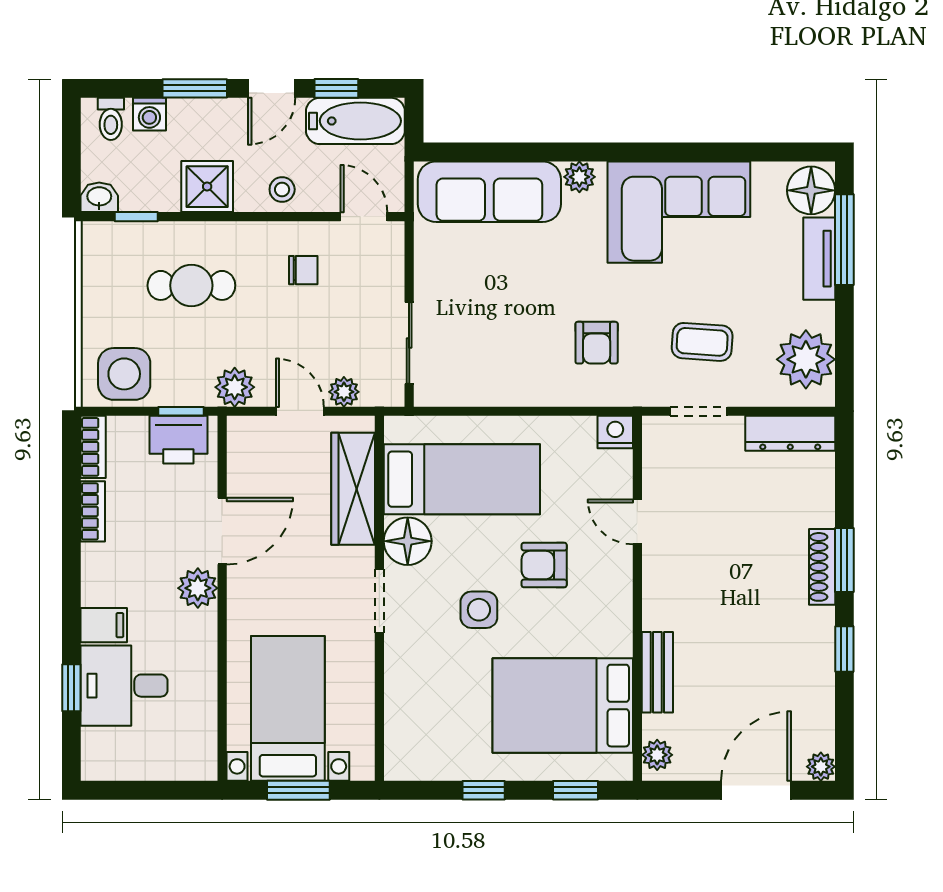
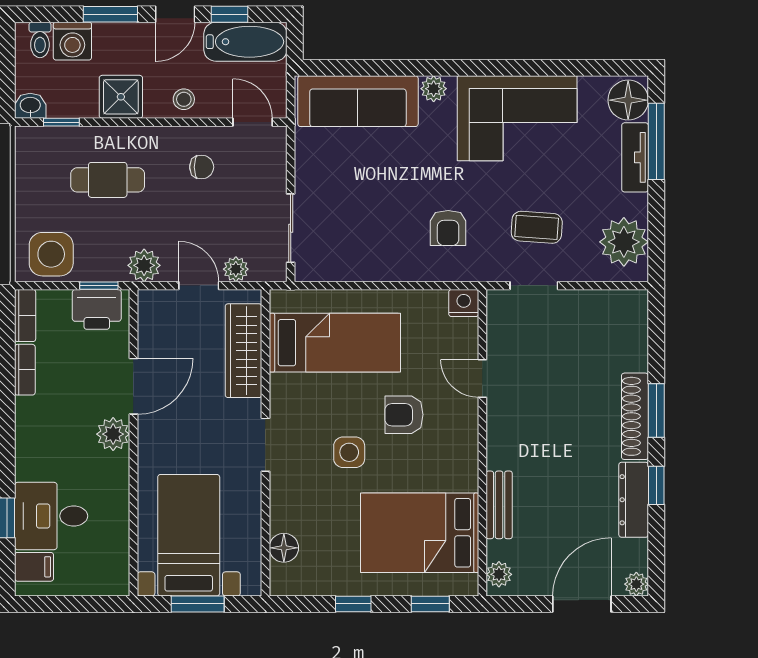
washing machine: (149, 114) -> (72, 41), width x1.38, depth x1.38
dresser: (790, 433) -> (634, 500), moved, turned 90
floor lamp: (408, 541) -> (284, 548), moved, width x0.73, depth x0.73
shoe rack: (822, 567) -> (635, 416), width x1.36, depth x1.24
filing cabinet: (104, 625) -> (34, 567), moved

